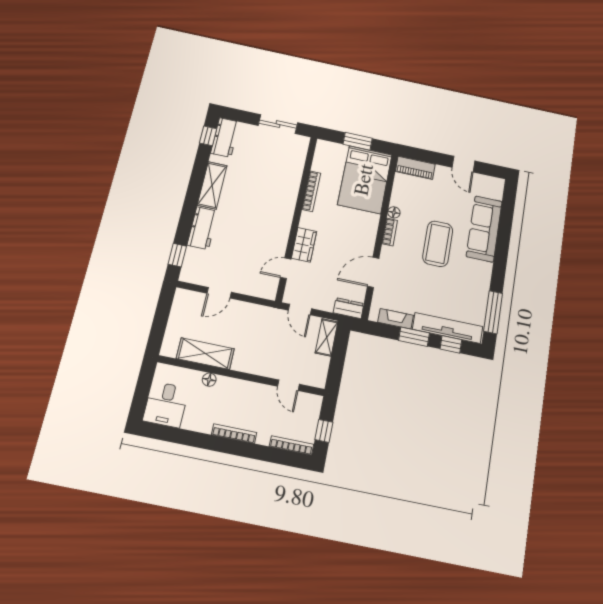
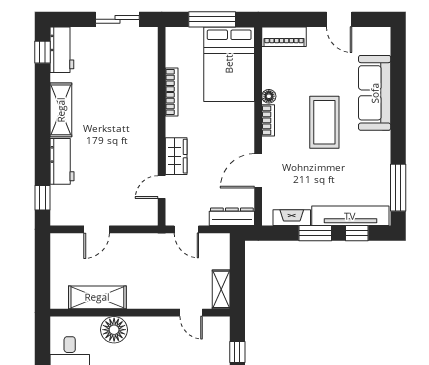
window: (358, 141) -> (212, 19), width x1.44
dresser: (349, 308) -> (232, 217), width x1.44
shelving: (327, 337) -> (221, 289), moved
floor lamp: (209, 380) -> (114, 330), width x1.89, depth x1.89

